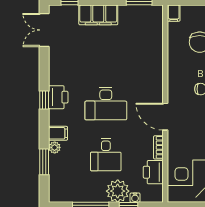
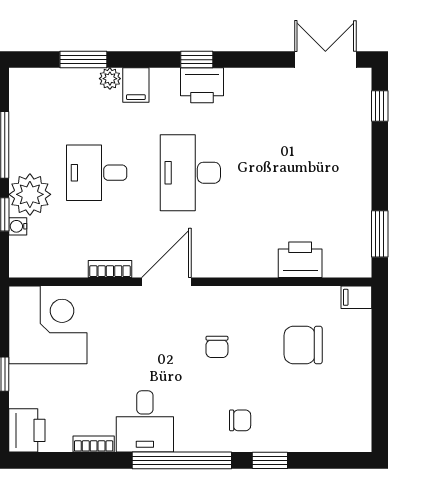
filing cabinet: (98, 15) -> (353, 159), removed
printer: (153, 172) -> (300, 260), moved

